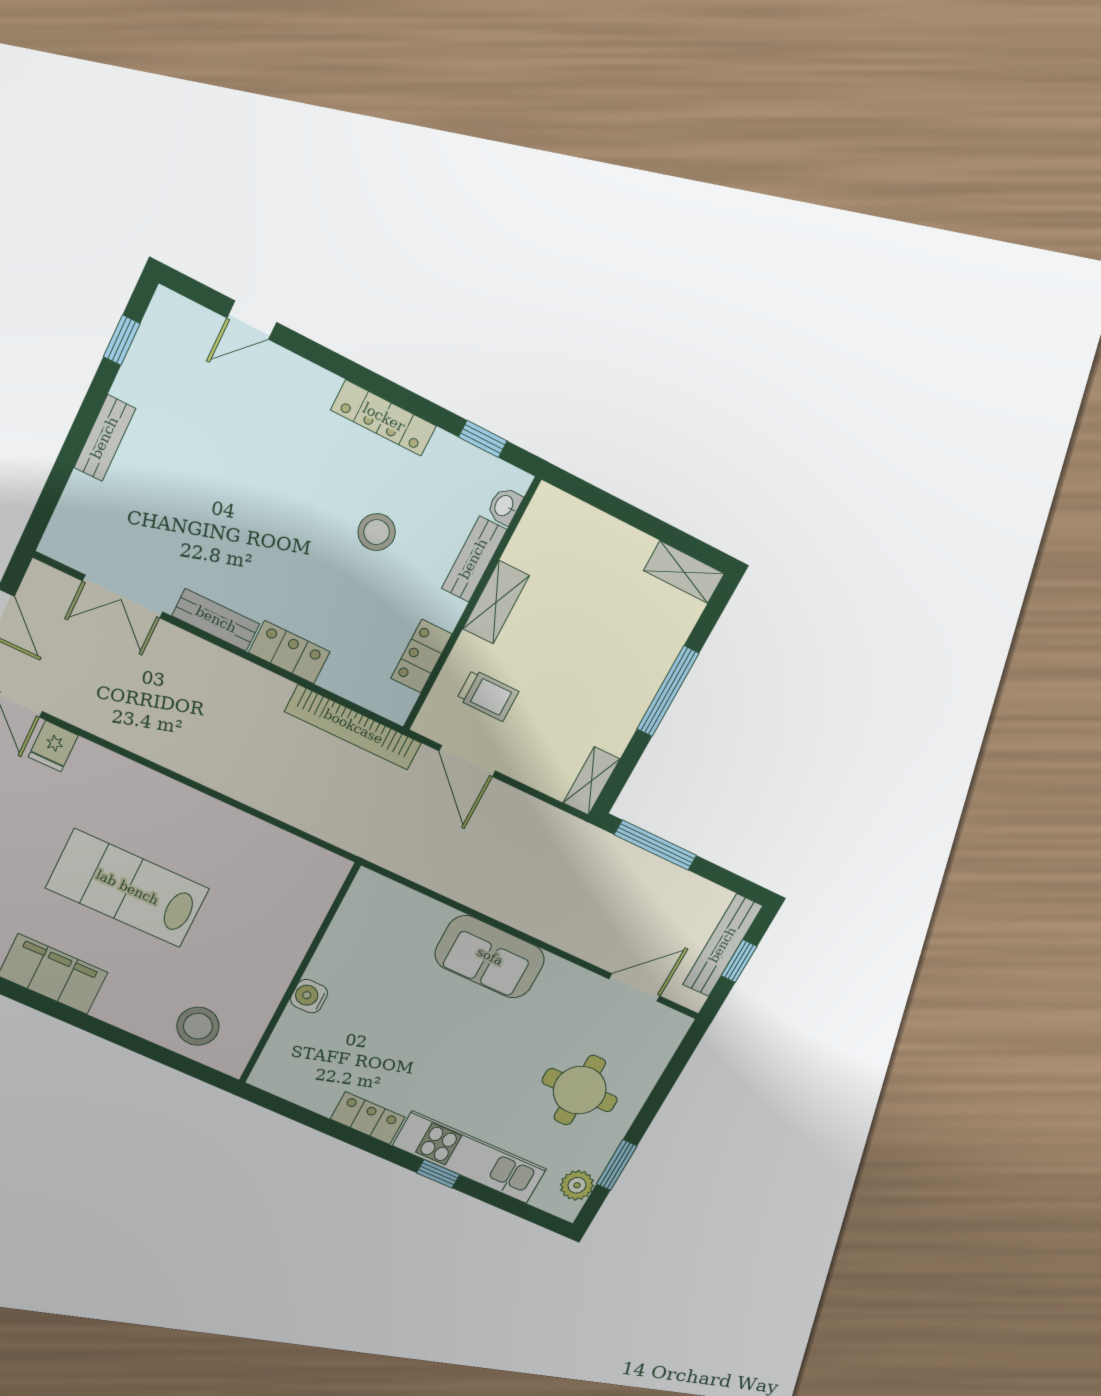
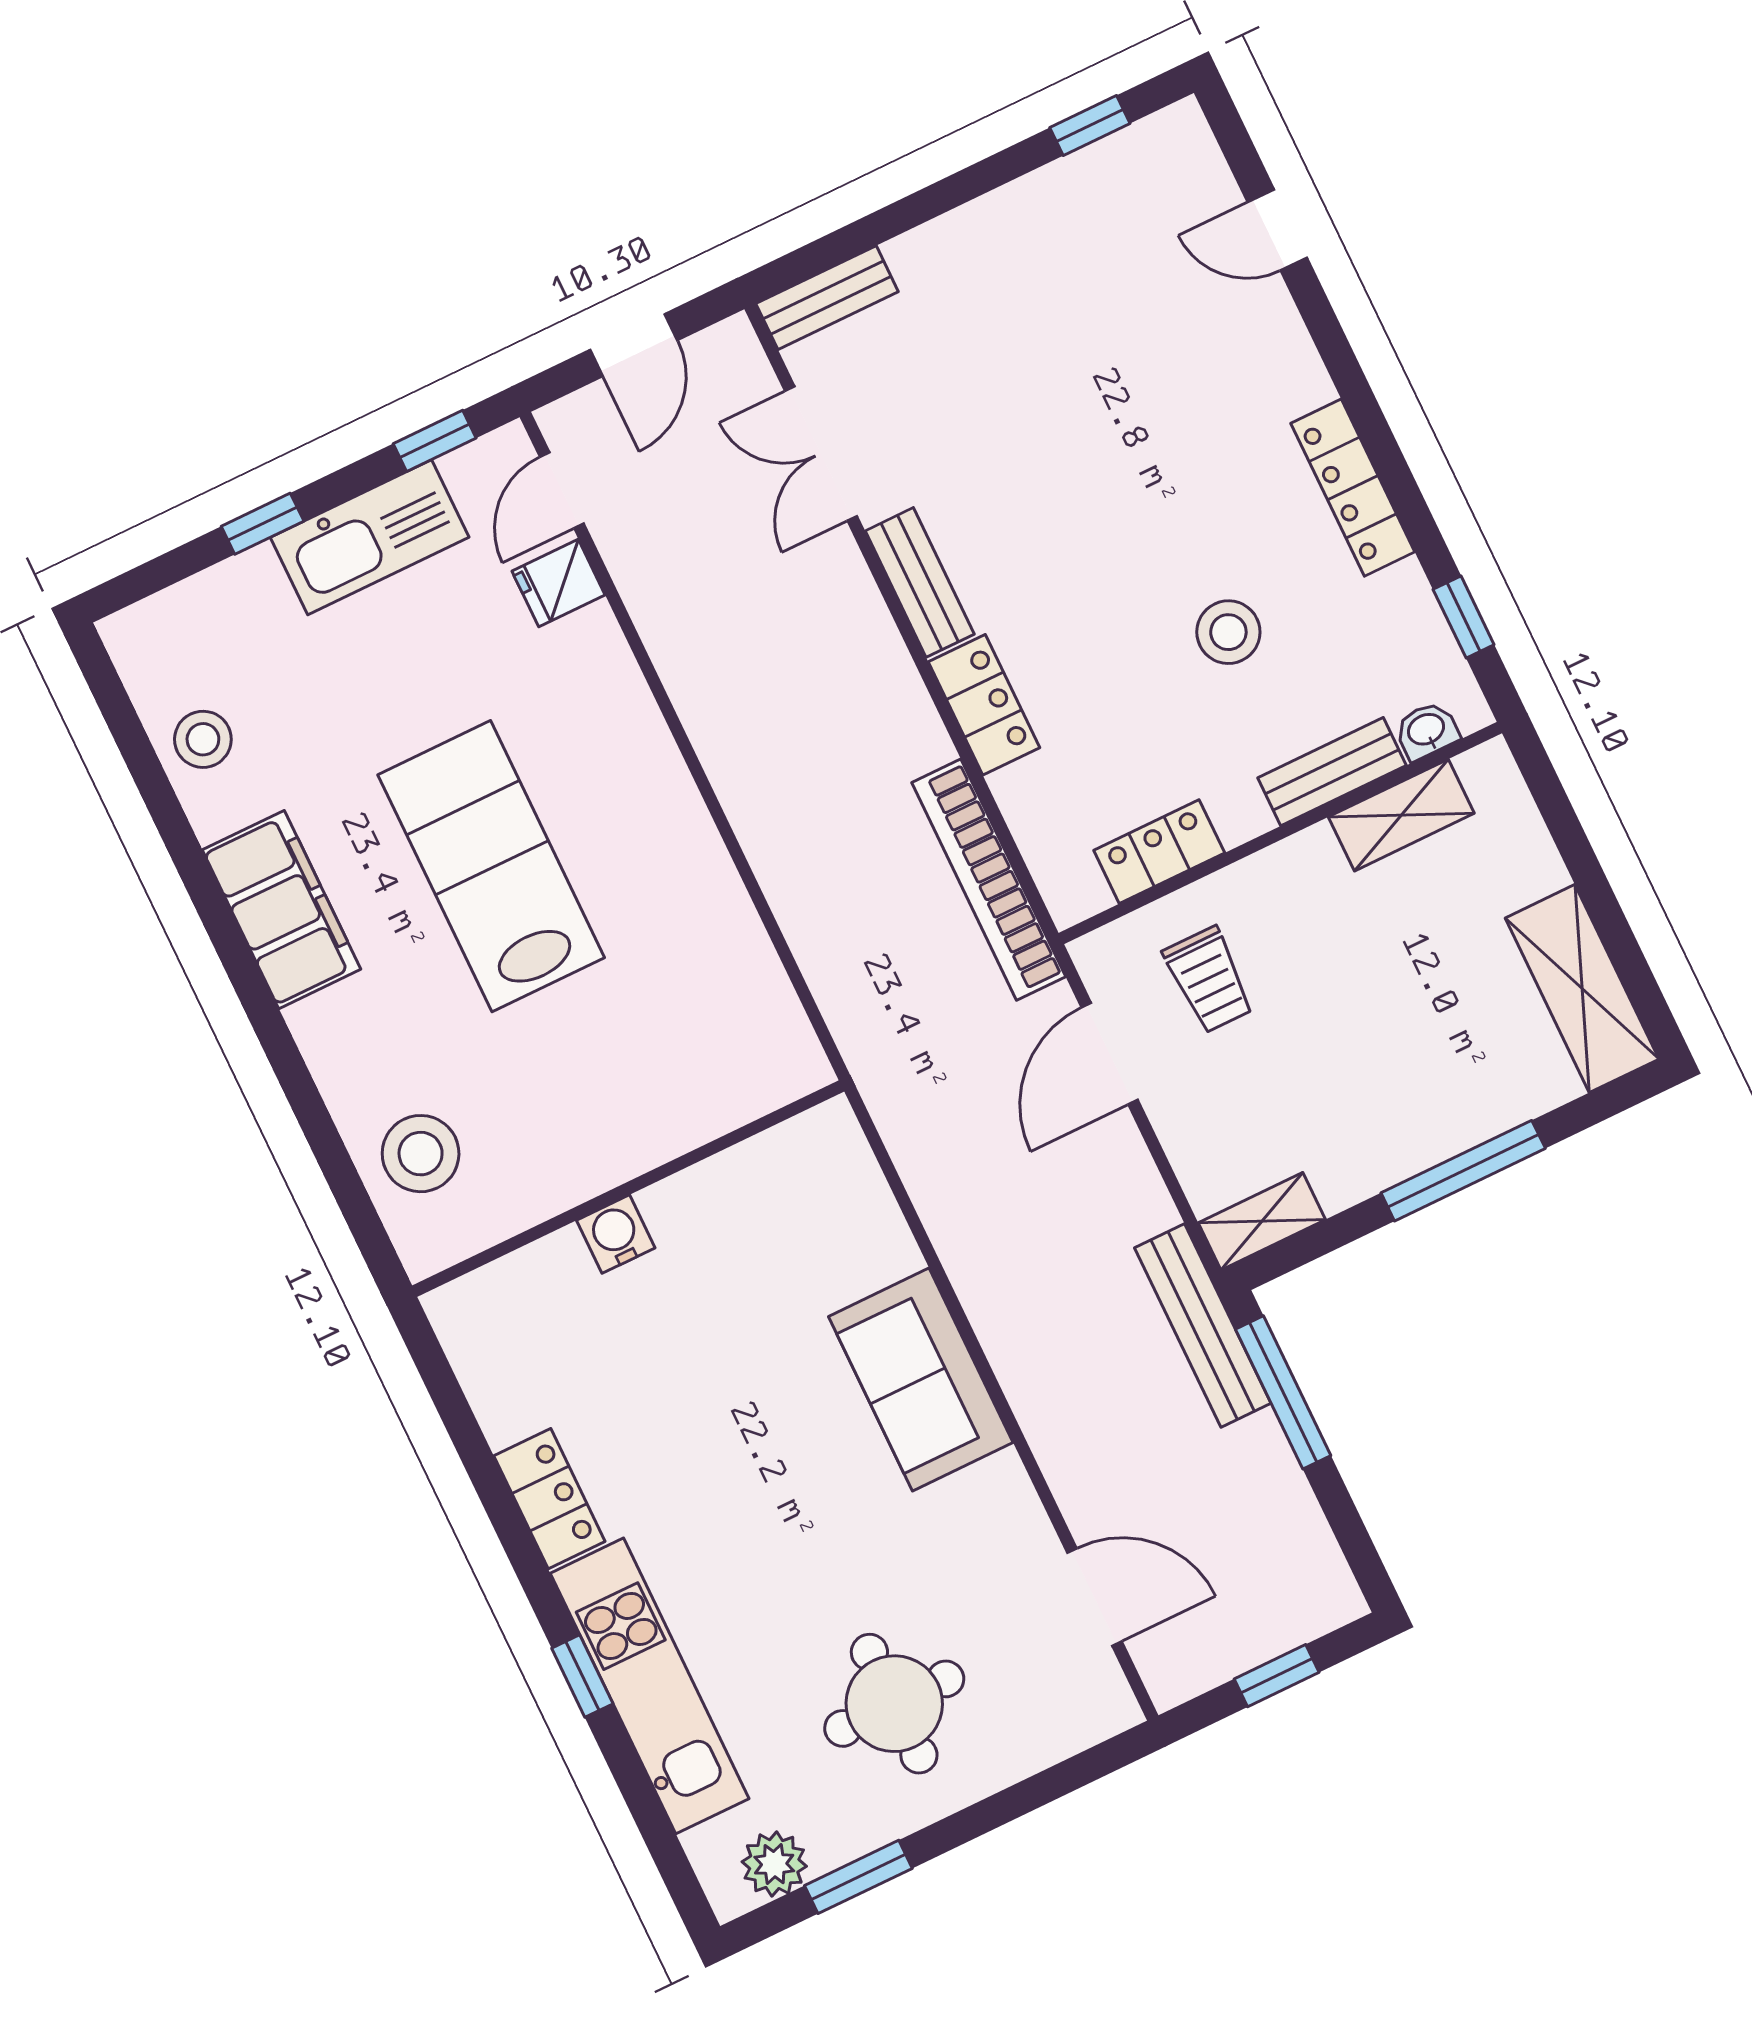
bench: (105, 438) -> (827, 298), moved
shelving: (684, 572) -> (1582, 989), width x1.50, depth x1.33
shelving: (496, 602) -> (1401, 815), moved
bench: (723, 945) -> (1203, 1325), moved, turned 90

